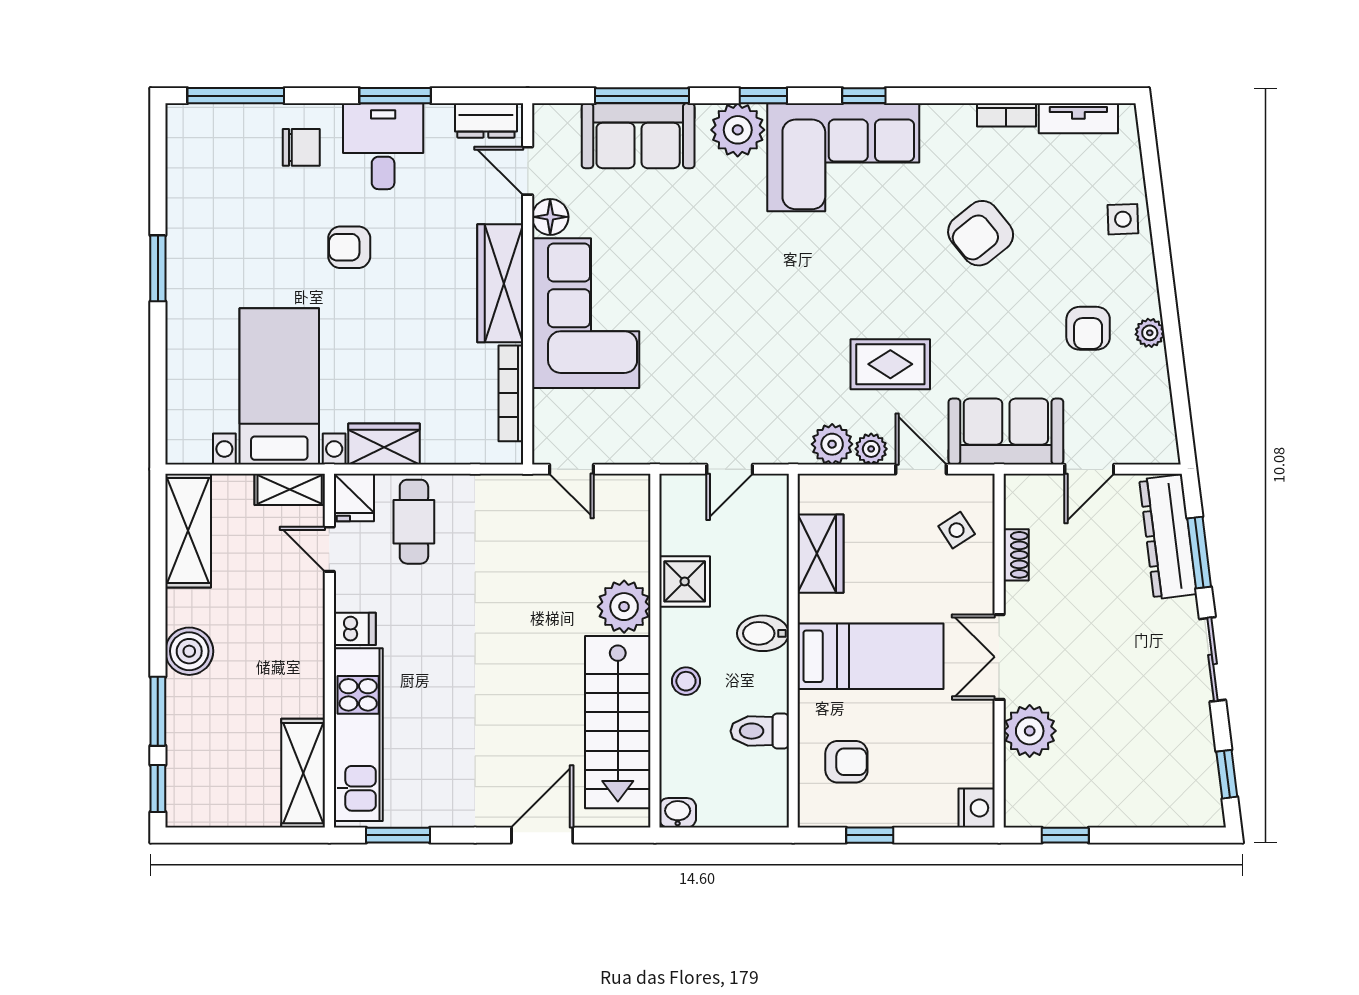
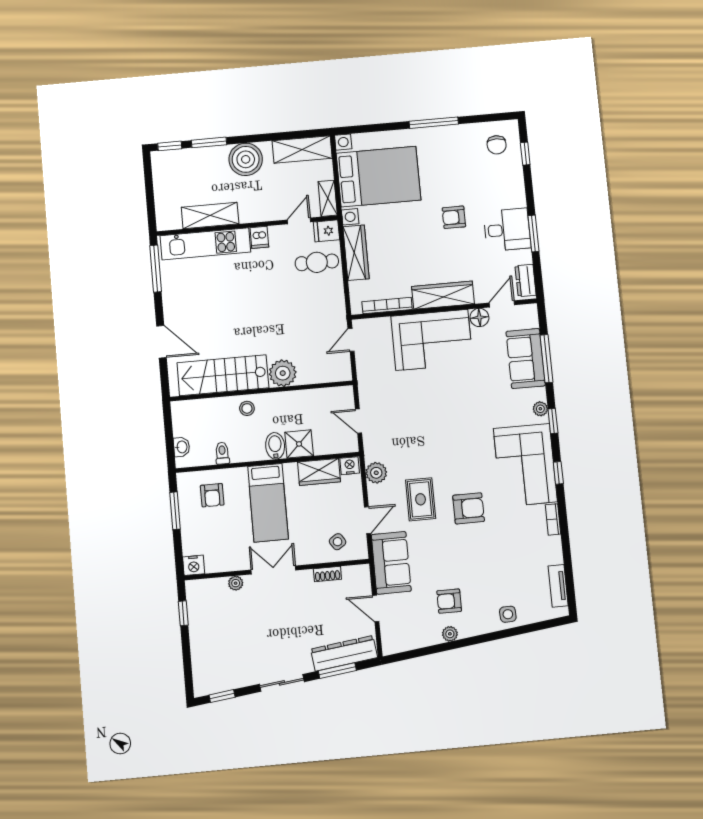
window: (236, 96) -> (525, 154), width x0.46
bookcase: (1006, 115) -> (553, 519), moved
plant: (738, 130) -> (540, 409), width x0.53, depth x0.53
chair: (301, 147) -> (497, 145), moved
armchair: (981, 233) -> (469, 508), moved, turned 129
armchair: (349, 247) -> (454, 217), turned -90
window: (158, 268) -> (434, 123), width x1.44
bed with nightstands: (279, 386) -> (379, 177), width x1.36
wardrobe: (384, 444) -> (356, 253), width x1.50
plant: (871, 449) -> (376, 493), removed
nightstand: (814, 494) -> (350, 466), added
shower: (685, 581) -> (299, 444), moved
boiler: (189, 651) -> (246, 159), width x1.37, depth x1.37
toilet: (760, 731) -> (222, 453), width x0.73, depth x0.72
plant: (1030, 731) -> (236, 583), width x0.53, depth x0.53
shelving: (303, 773) -> (210, 215), moved
washbasin: (678, 813) -> (182, 447), moved
window: (398, 835) -> (156, 269), width x1.44
window: (870, 835) -> (175, 511), width x1.50

